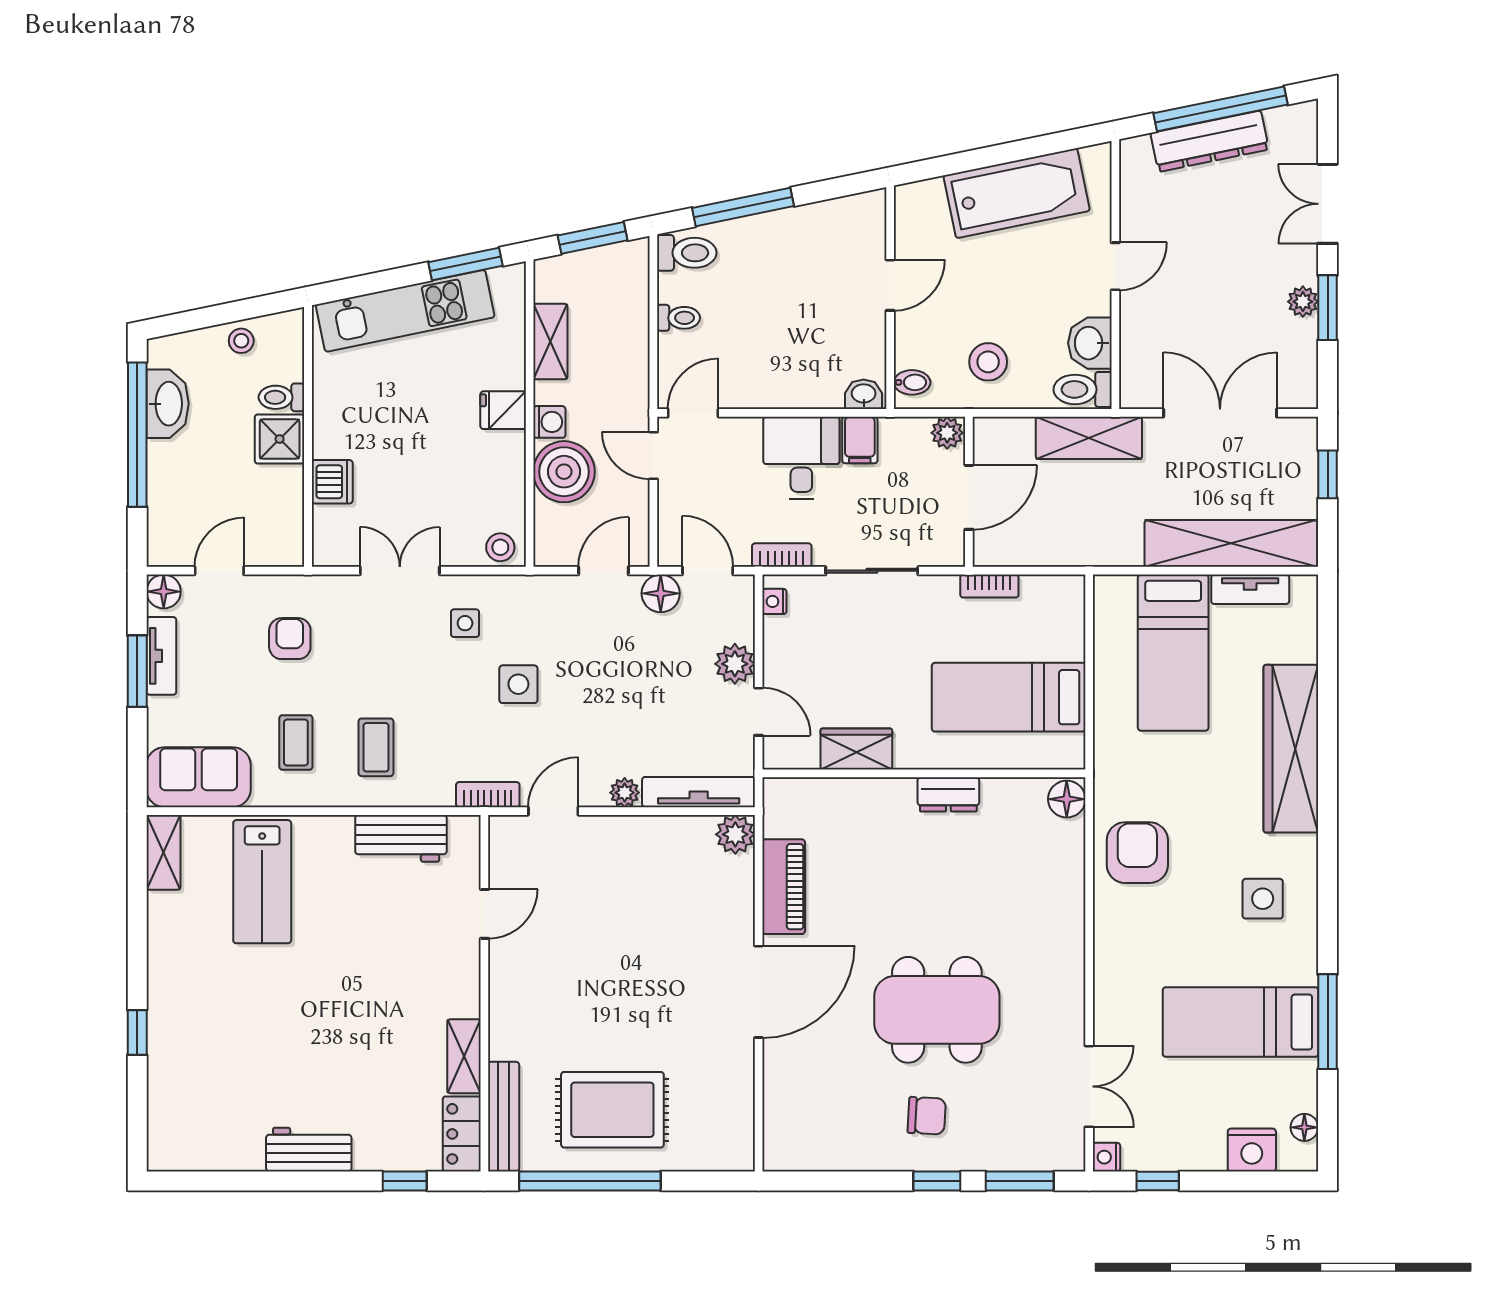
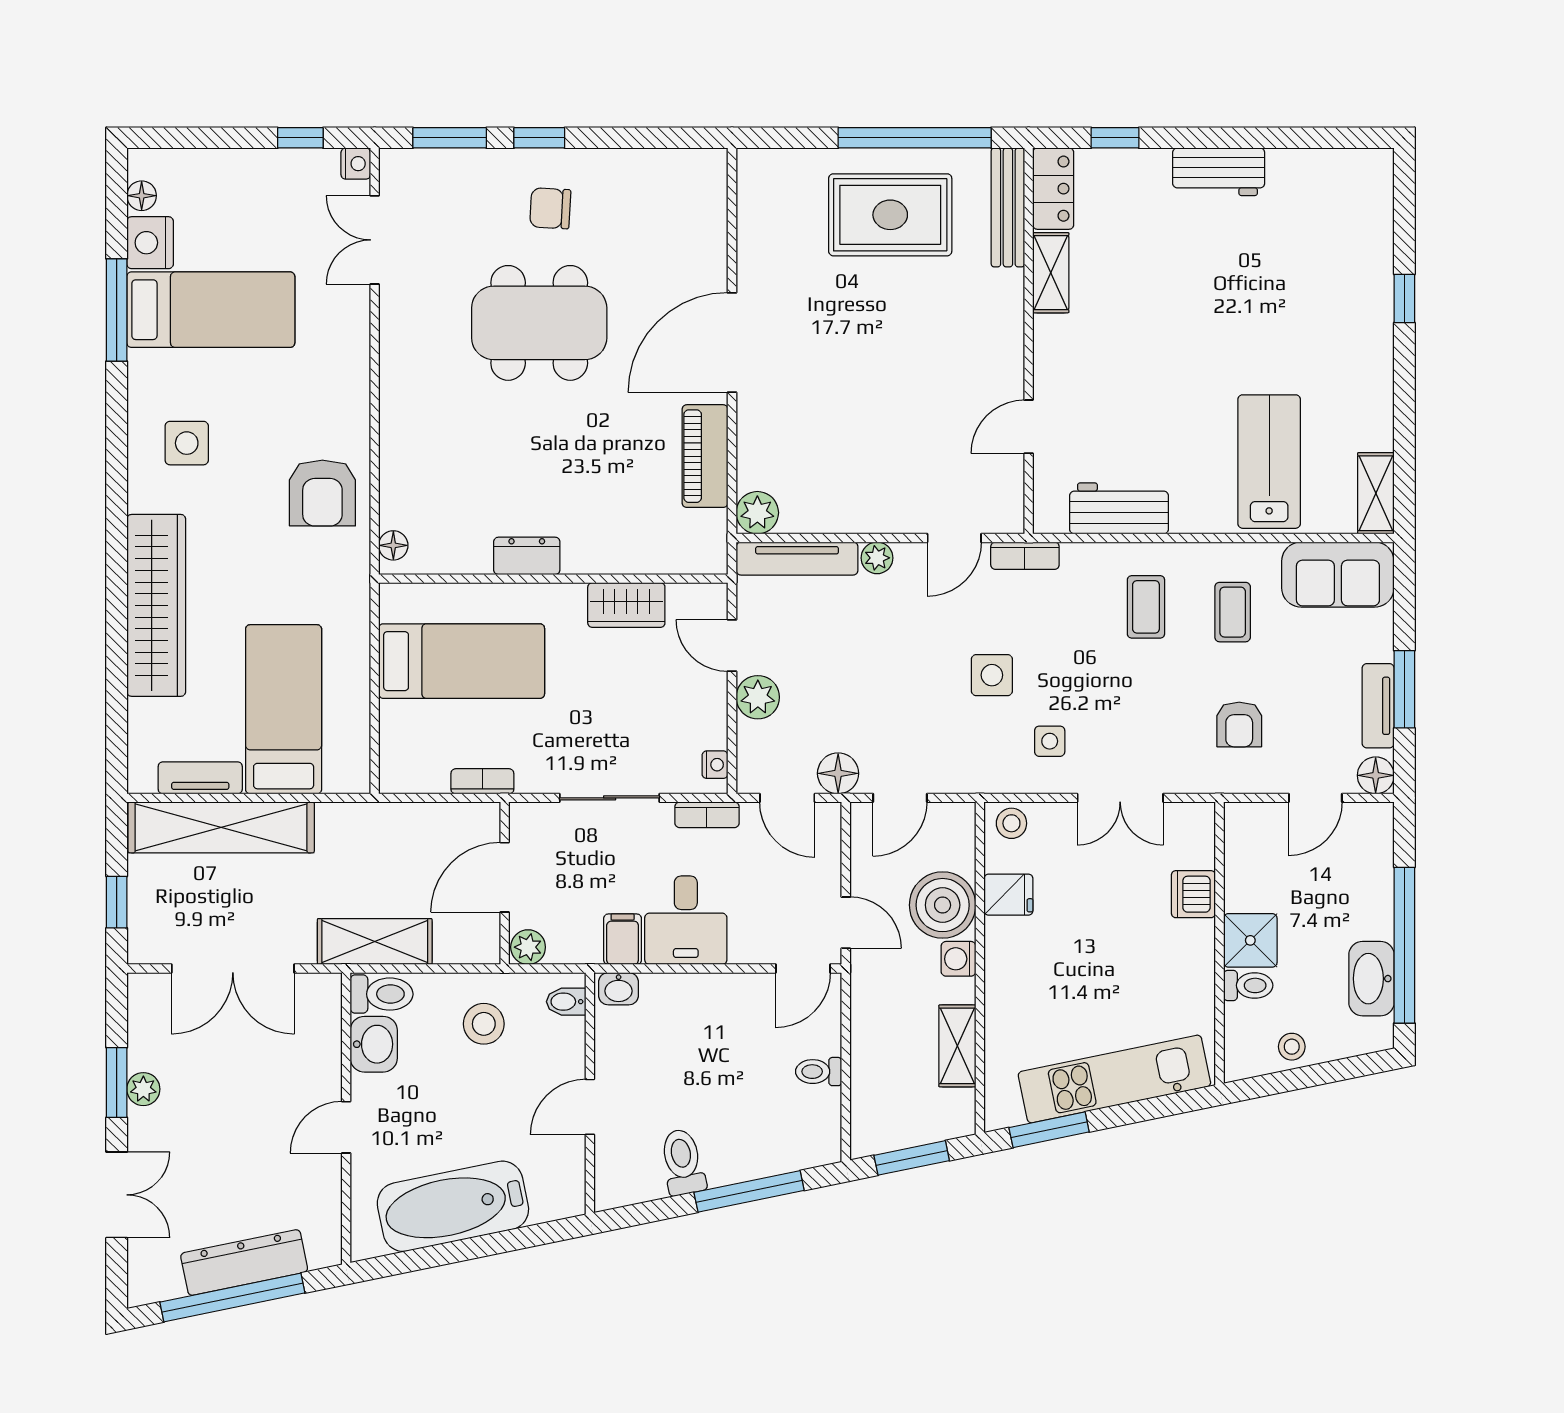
toilet: (687, 253) -> (683, 1162), moved, turned 78
fridge: (503, 410) -> (1008, 895), moved
floor lamp: (1067, 799) -> (393, 545), width x0.73, depth x0.73
nightstand: (1252, 1150) -> (150, 243), moved, turned -90

